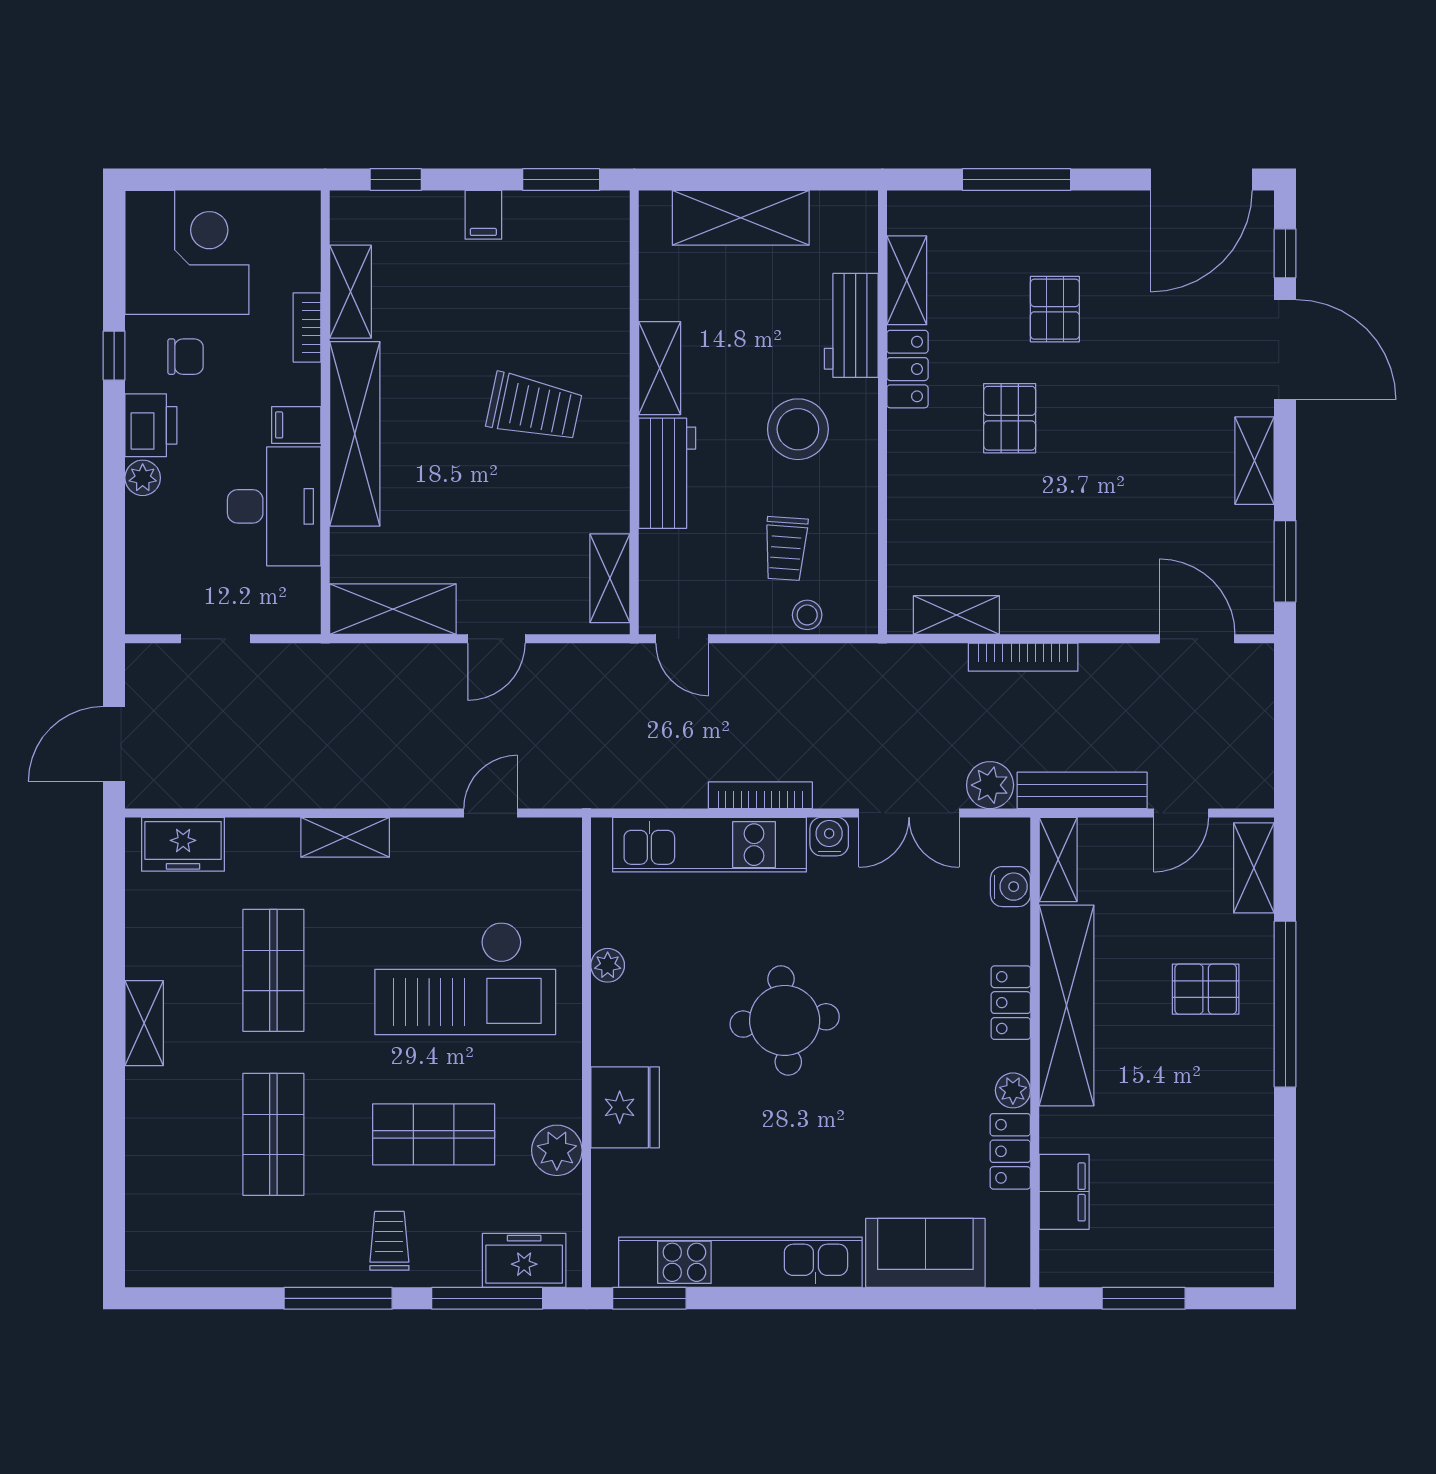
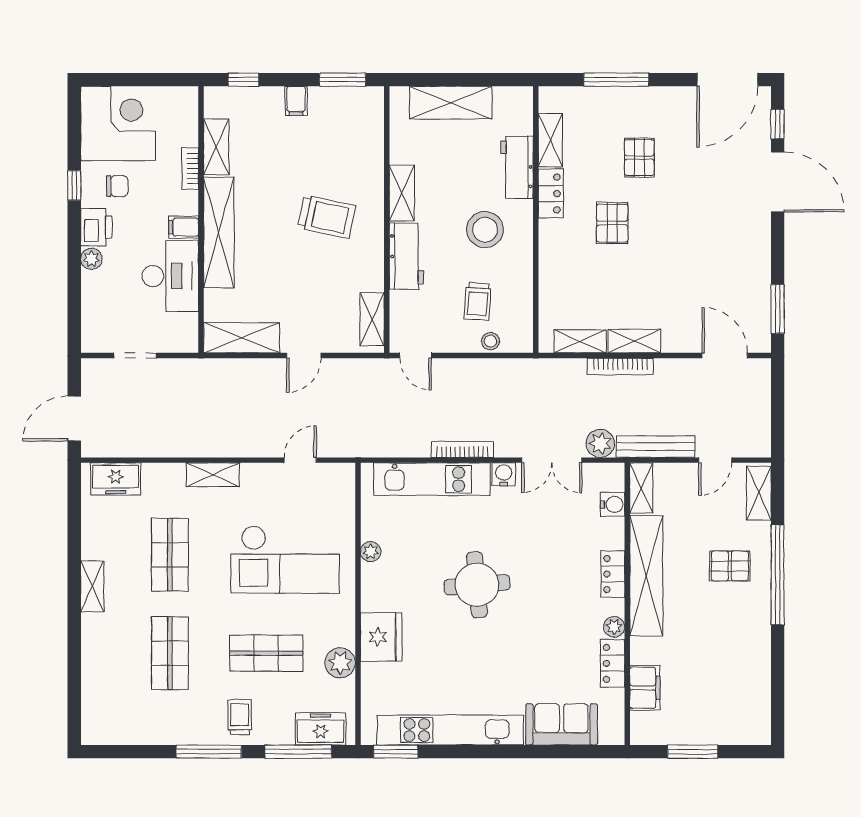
shelving: (1255, 461) -> (634, 341), moved, turned 90

